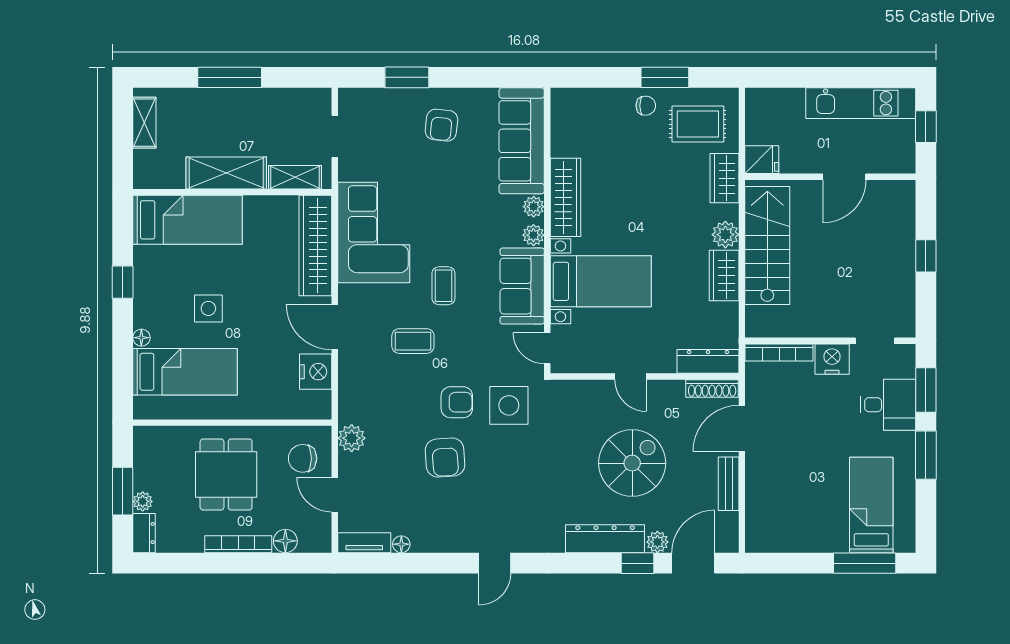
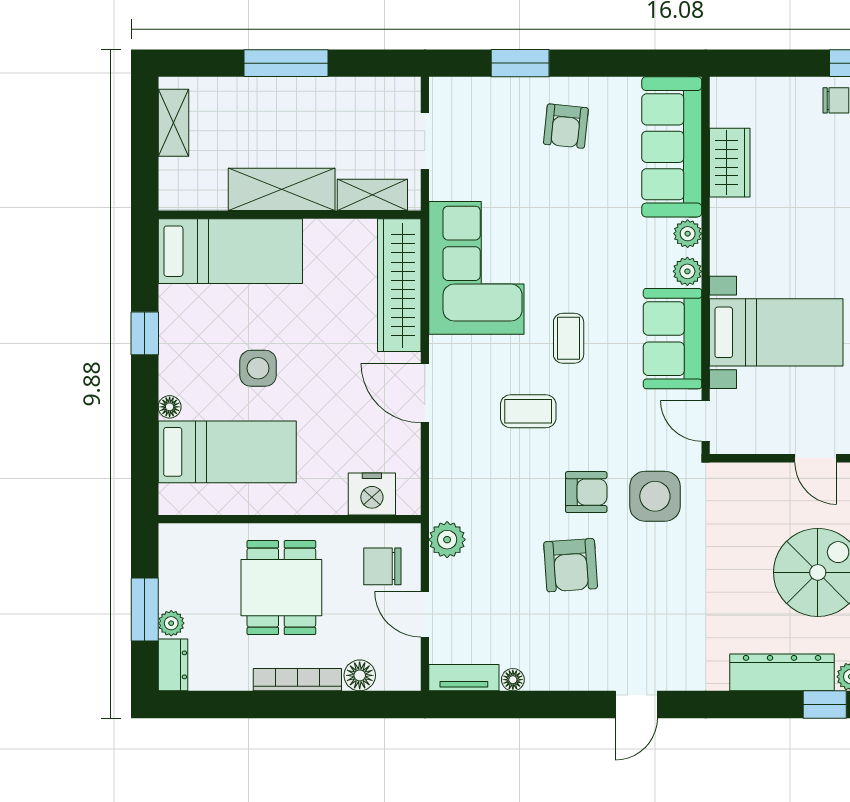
wardrobe: (566, 197) -> (730, 163), moved, width x0.67
nightstand: (316, 372) -> (372, 494), moved, turned 90

